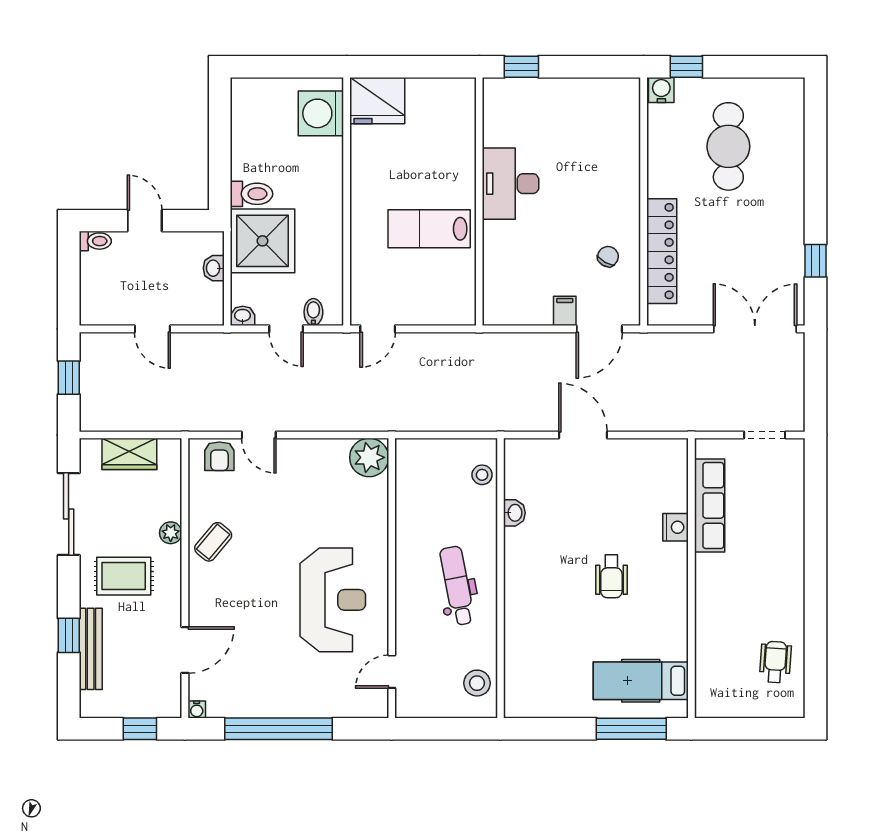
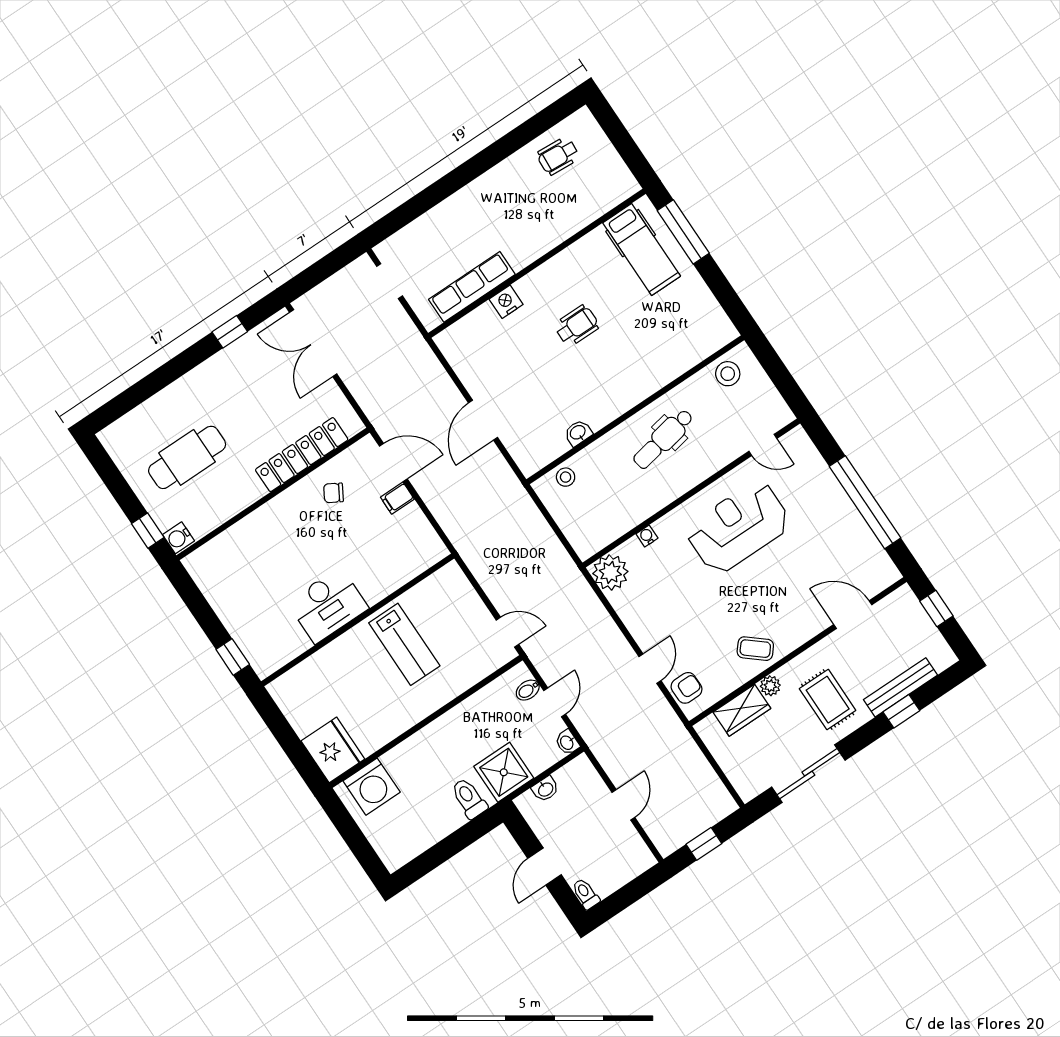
shower: (263, 241) -> (504, 772), width x0.73, depth x0.73
wardrobe: (129, 454) -> (742, 710), moved, turned 90
water cooler: (197, 710) -> (647, 536), moved, turned -90

